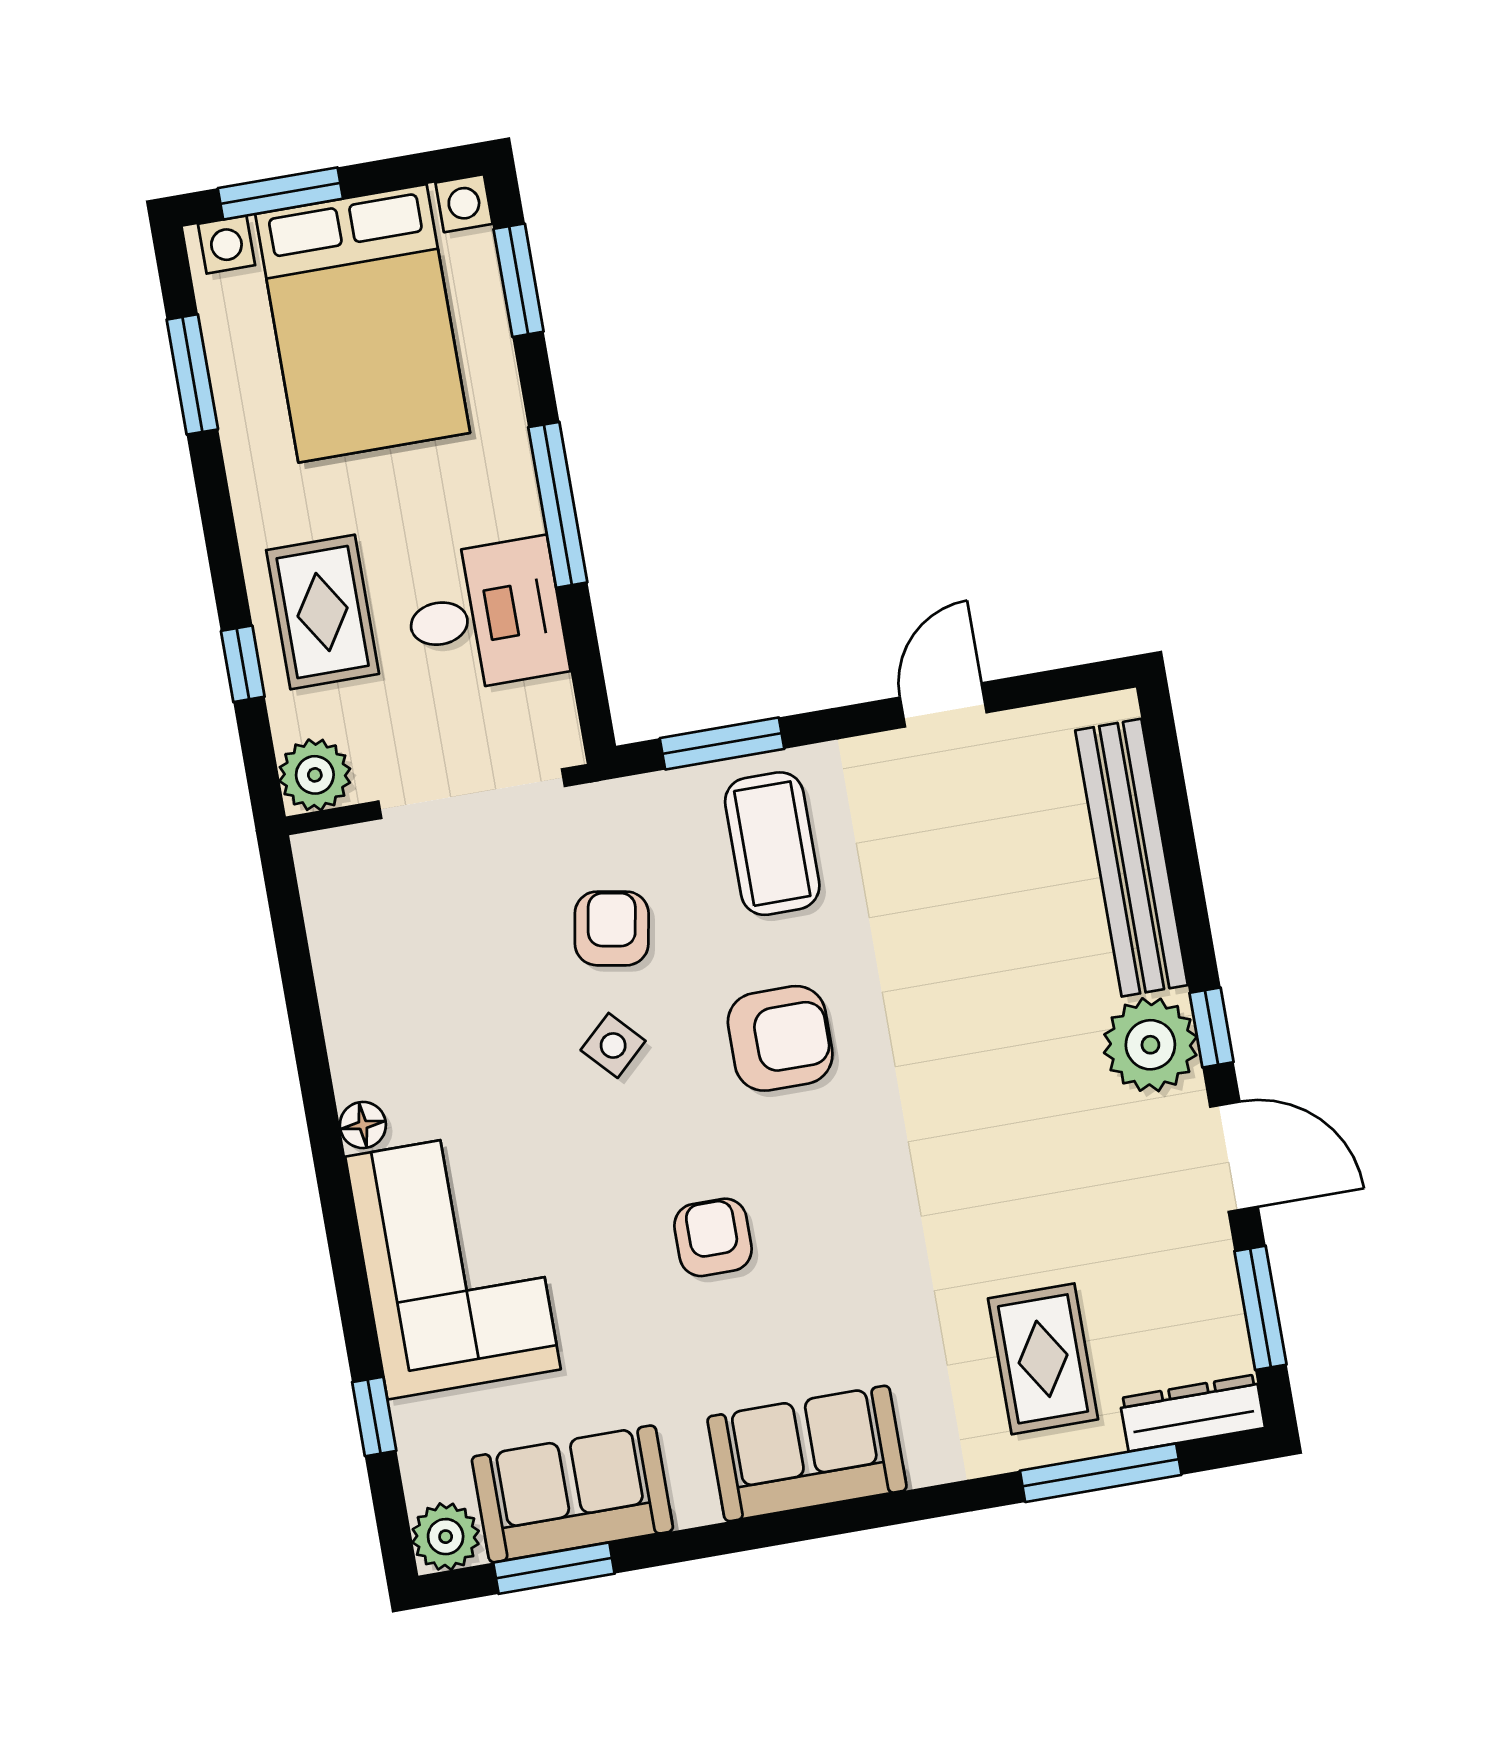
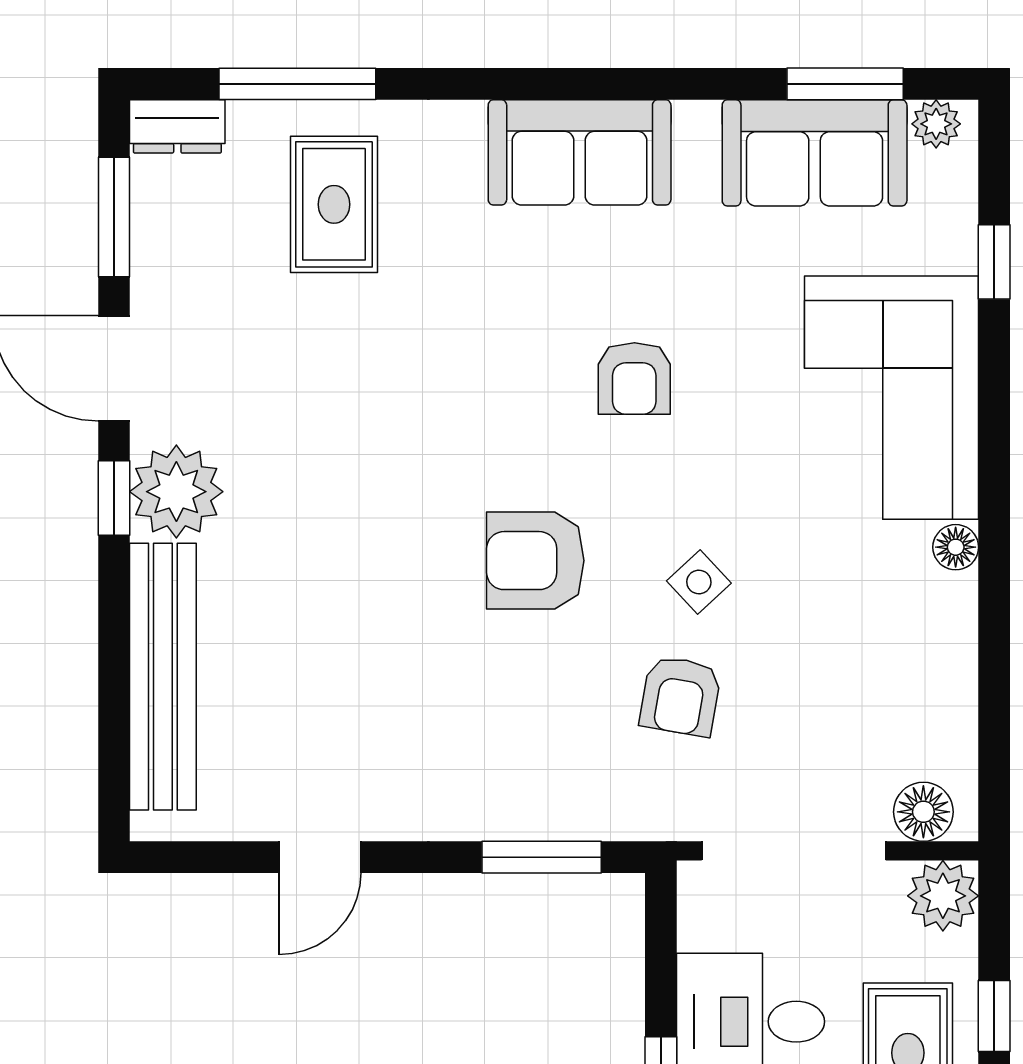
coffee table: (772, 844) -> (510, 751), removed
floor lamp: (349, 855) -> (923, 812), added
dresser: (1192, 1413) -> (177, 126), width x0.70
plant: (446, 1537) -> (936, 124), width x0.73, depth x0.73

